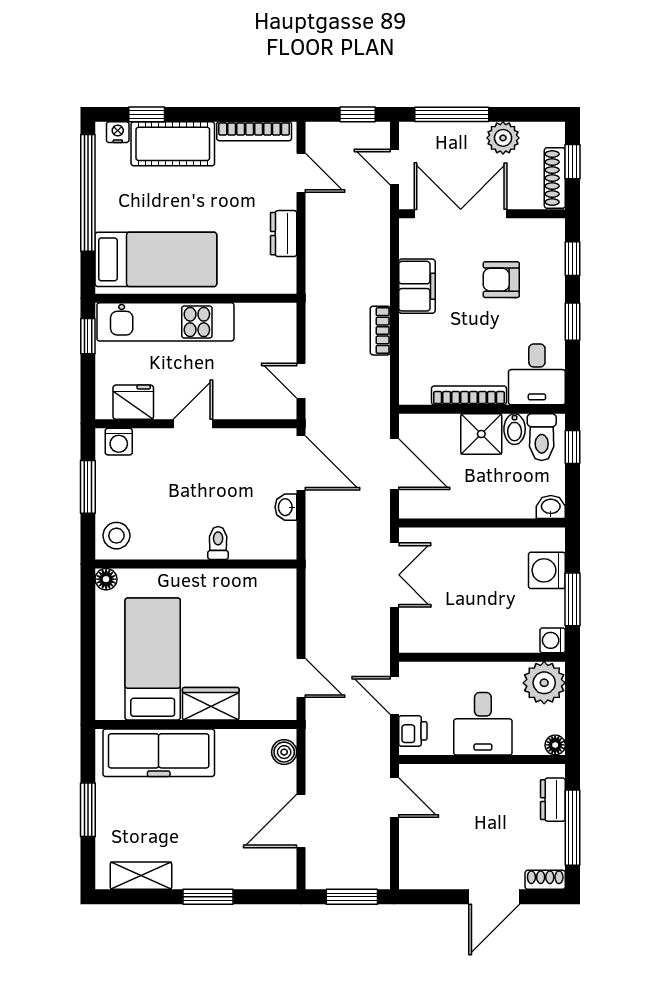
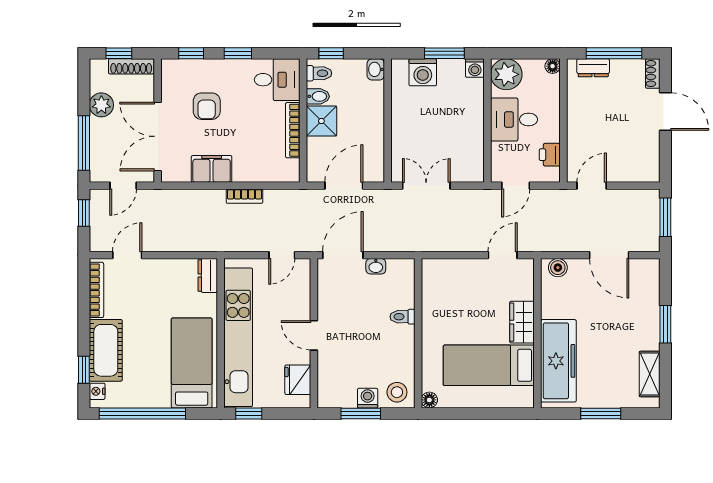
dresser: (284, 234) -> (208, 275), moved, turned 90
kitchen unit: (165, 322) -> (238, 337), width x1.36
toilet: (542, 437) -> (319, 73), width x0.73, depth x0.72
washing machine: (119, 442) -> (368, 398), moved, turned -90
desk: (483, 724) -> (514, 119), moved, turned 180
printer: (413, 731) -> (550, 155), moved, turned -90

